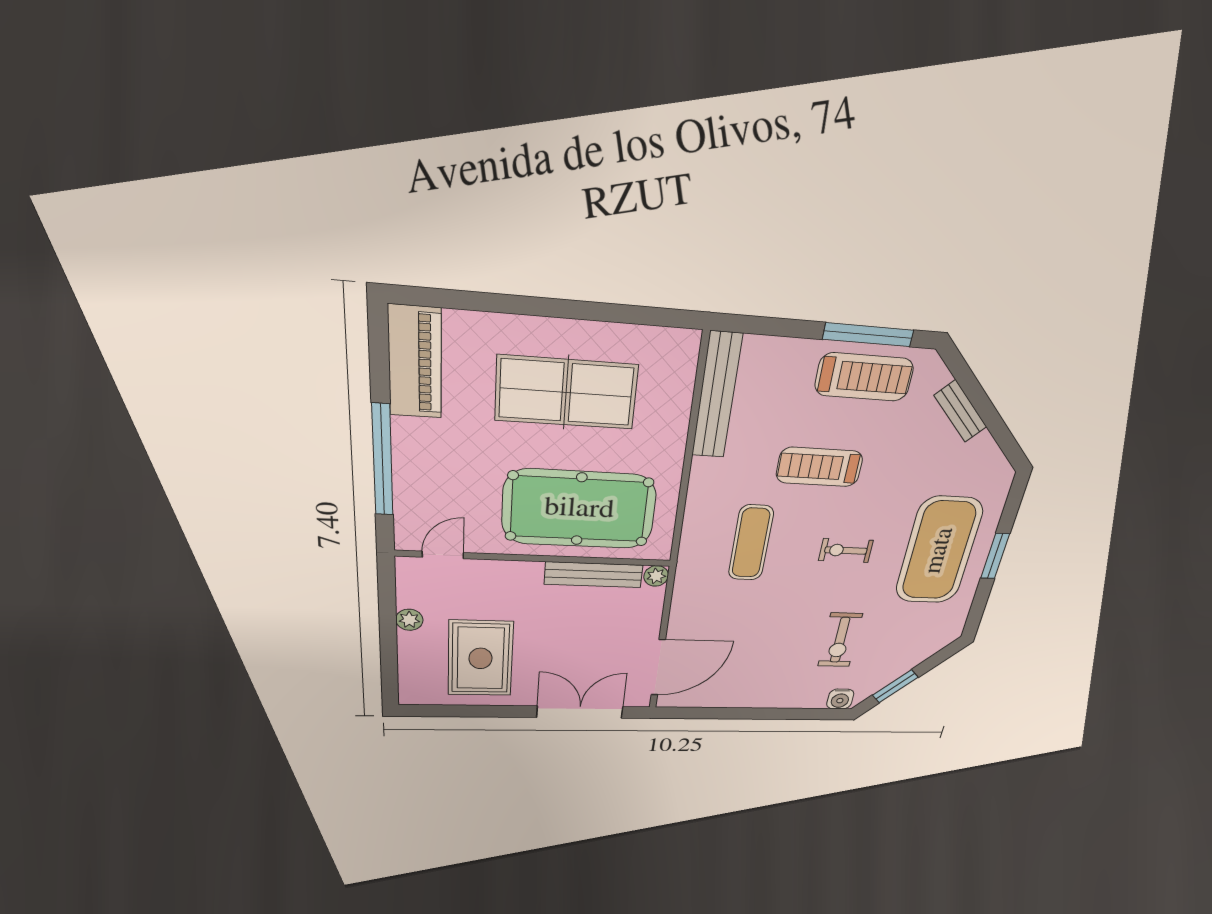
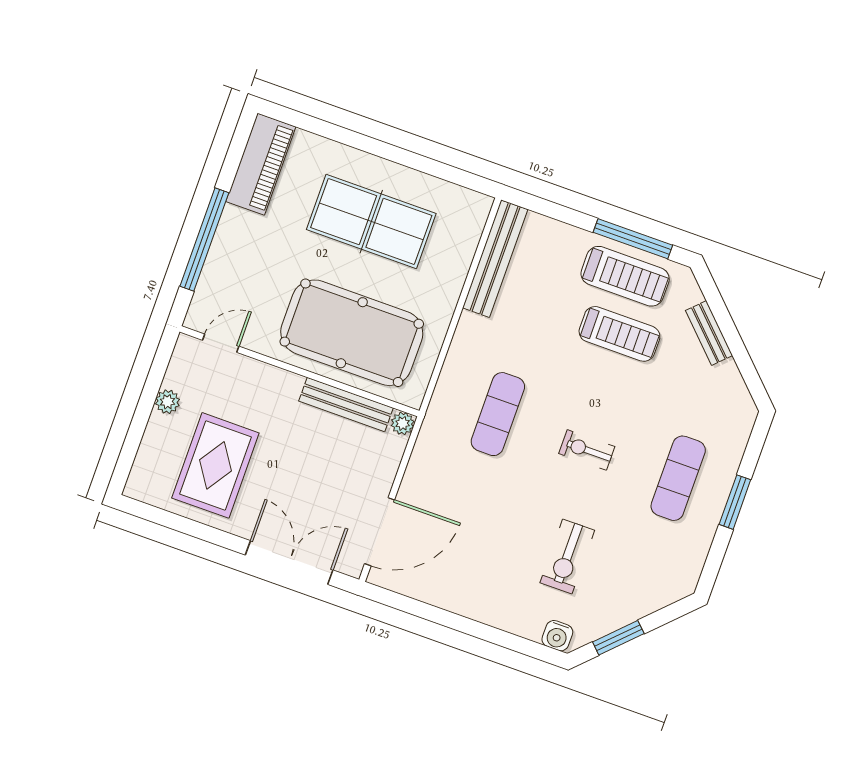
treadmill: (819, 467) -> (619, 334), moved, turned 180
exercise mat: (939, 551) -> (678, 478), width x0.50, depth x0.69

